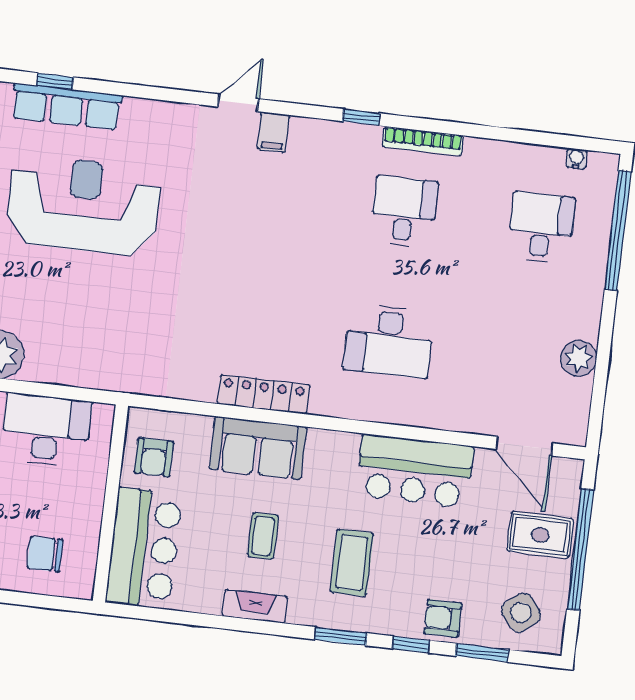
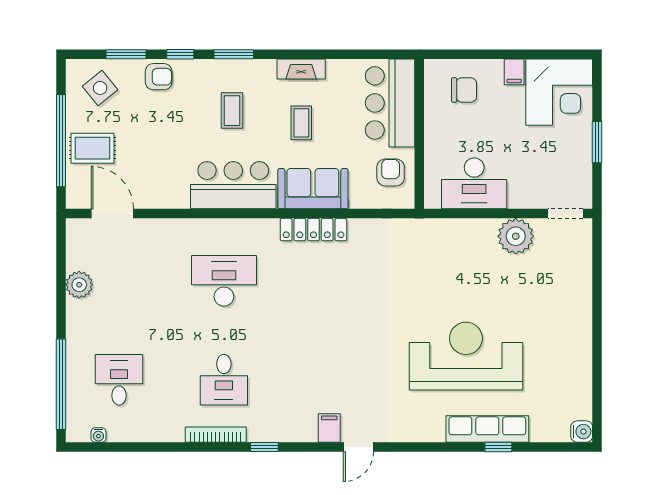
reception desk: (83, 205) -> (466, 356), turned 180
desk: (541, 228) -> (119, 380), turned 180
bar counter: (415, 471) -> (233, 185), moved
coffee table: (352, 563) -> (232, 111), width x0.73, depth x0.77

